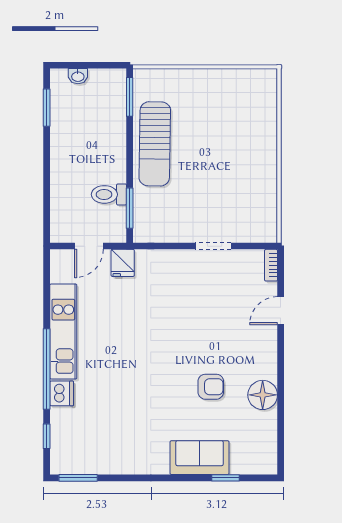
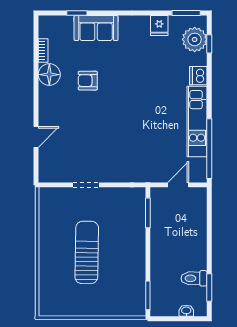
sun lounger: (155, 144) -> (87, 252), moved
toilet: (109, 194) -> (194, 278), moved, turned 180
fridge: (123, 263) -> (159, 26), moved, turned 180
bookcase: (271, 265) -> (43, 50), moved
window: (47, 369) -> (209, 149), moved
plant: (67, 442) -> (195, 39), added

